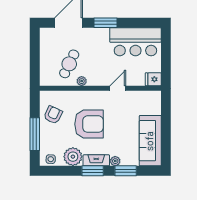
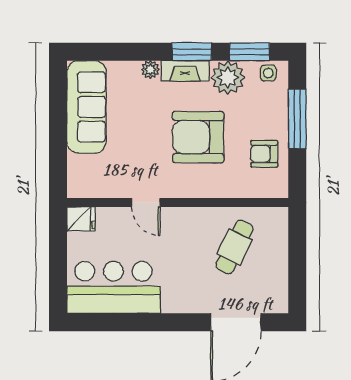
window: (105, 23) -> (168, 322), removed
plant: (82, 81) -> (212, 216), removed
door: (118, 88) -> (146, 202), hinge flipped
armchair: (53, 115) -> (264, 154), turned 65
window: (126, 171) -> (250, 52), moved

